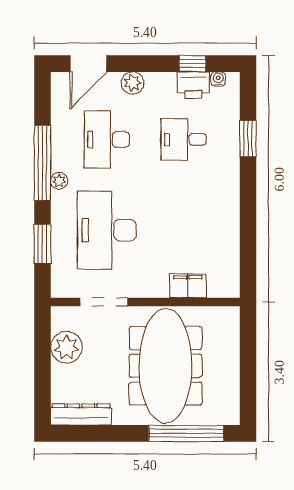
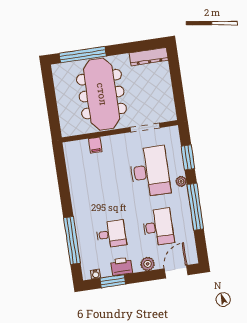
window: (193, 64) -> (113, 281), width x1.50
printer: (193, 85) -> (122, 266), moved
window: (248, 139) -> (72, 240), width x2.11
plant: (59, 181) -> (181, 181), moved
filing cabinet: (188, 286) -> (95, 145), width x0.50
plant: (67, 347) -> (164, 96), removed

